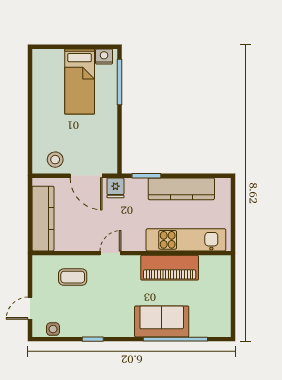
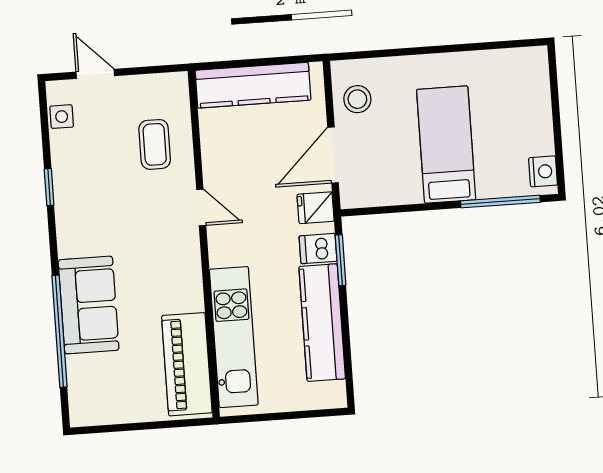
bed: (80, 81) -> (446, 145), moved, turned 90
dishwasher: (139, 188) -> (318, 249), added
piano: (170, 268) -> (187, 364), moved

